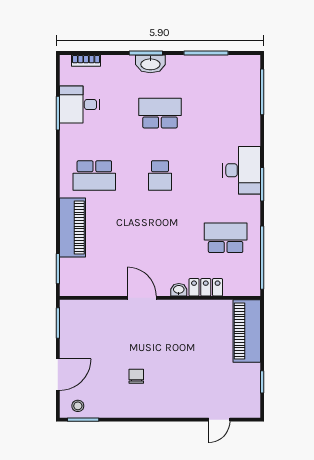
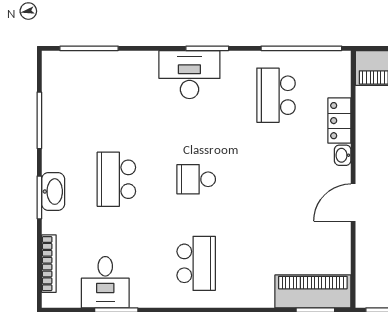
bookcase: (86, 61) -> (49, 264), width x1.56
school desk: (160, 175) -> (196, 179), turned 180
piano: (72, 228) -> (313, 291), moved

